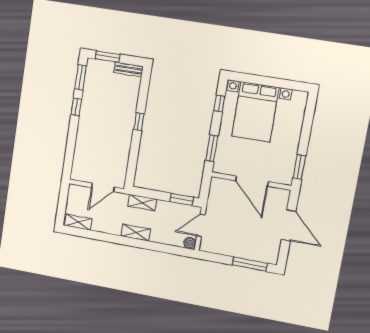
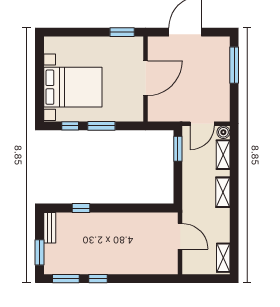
window: (139, 122) -> (81, 208), moved
window: (212, 148) -> (101, 126), moved
shelving: (142, 203) -> (223, 155), moved
door: (201, 225) -> (202, 124), hinge flipped

